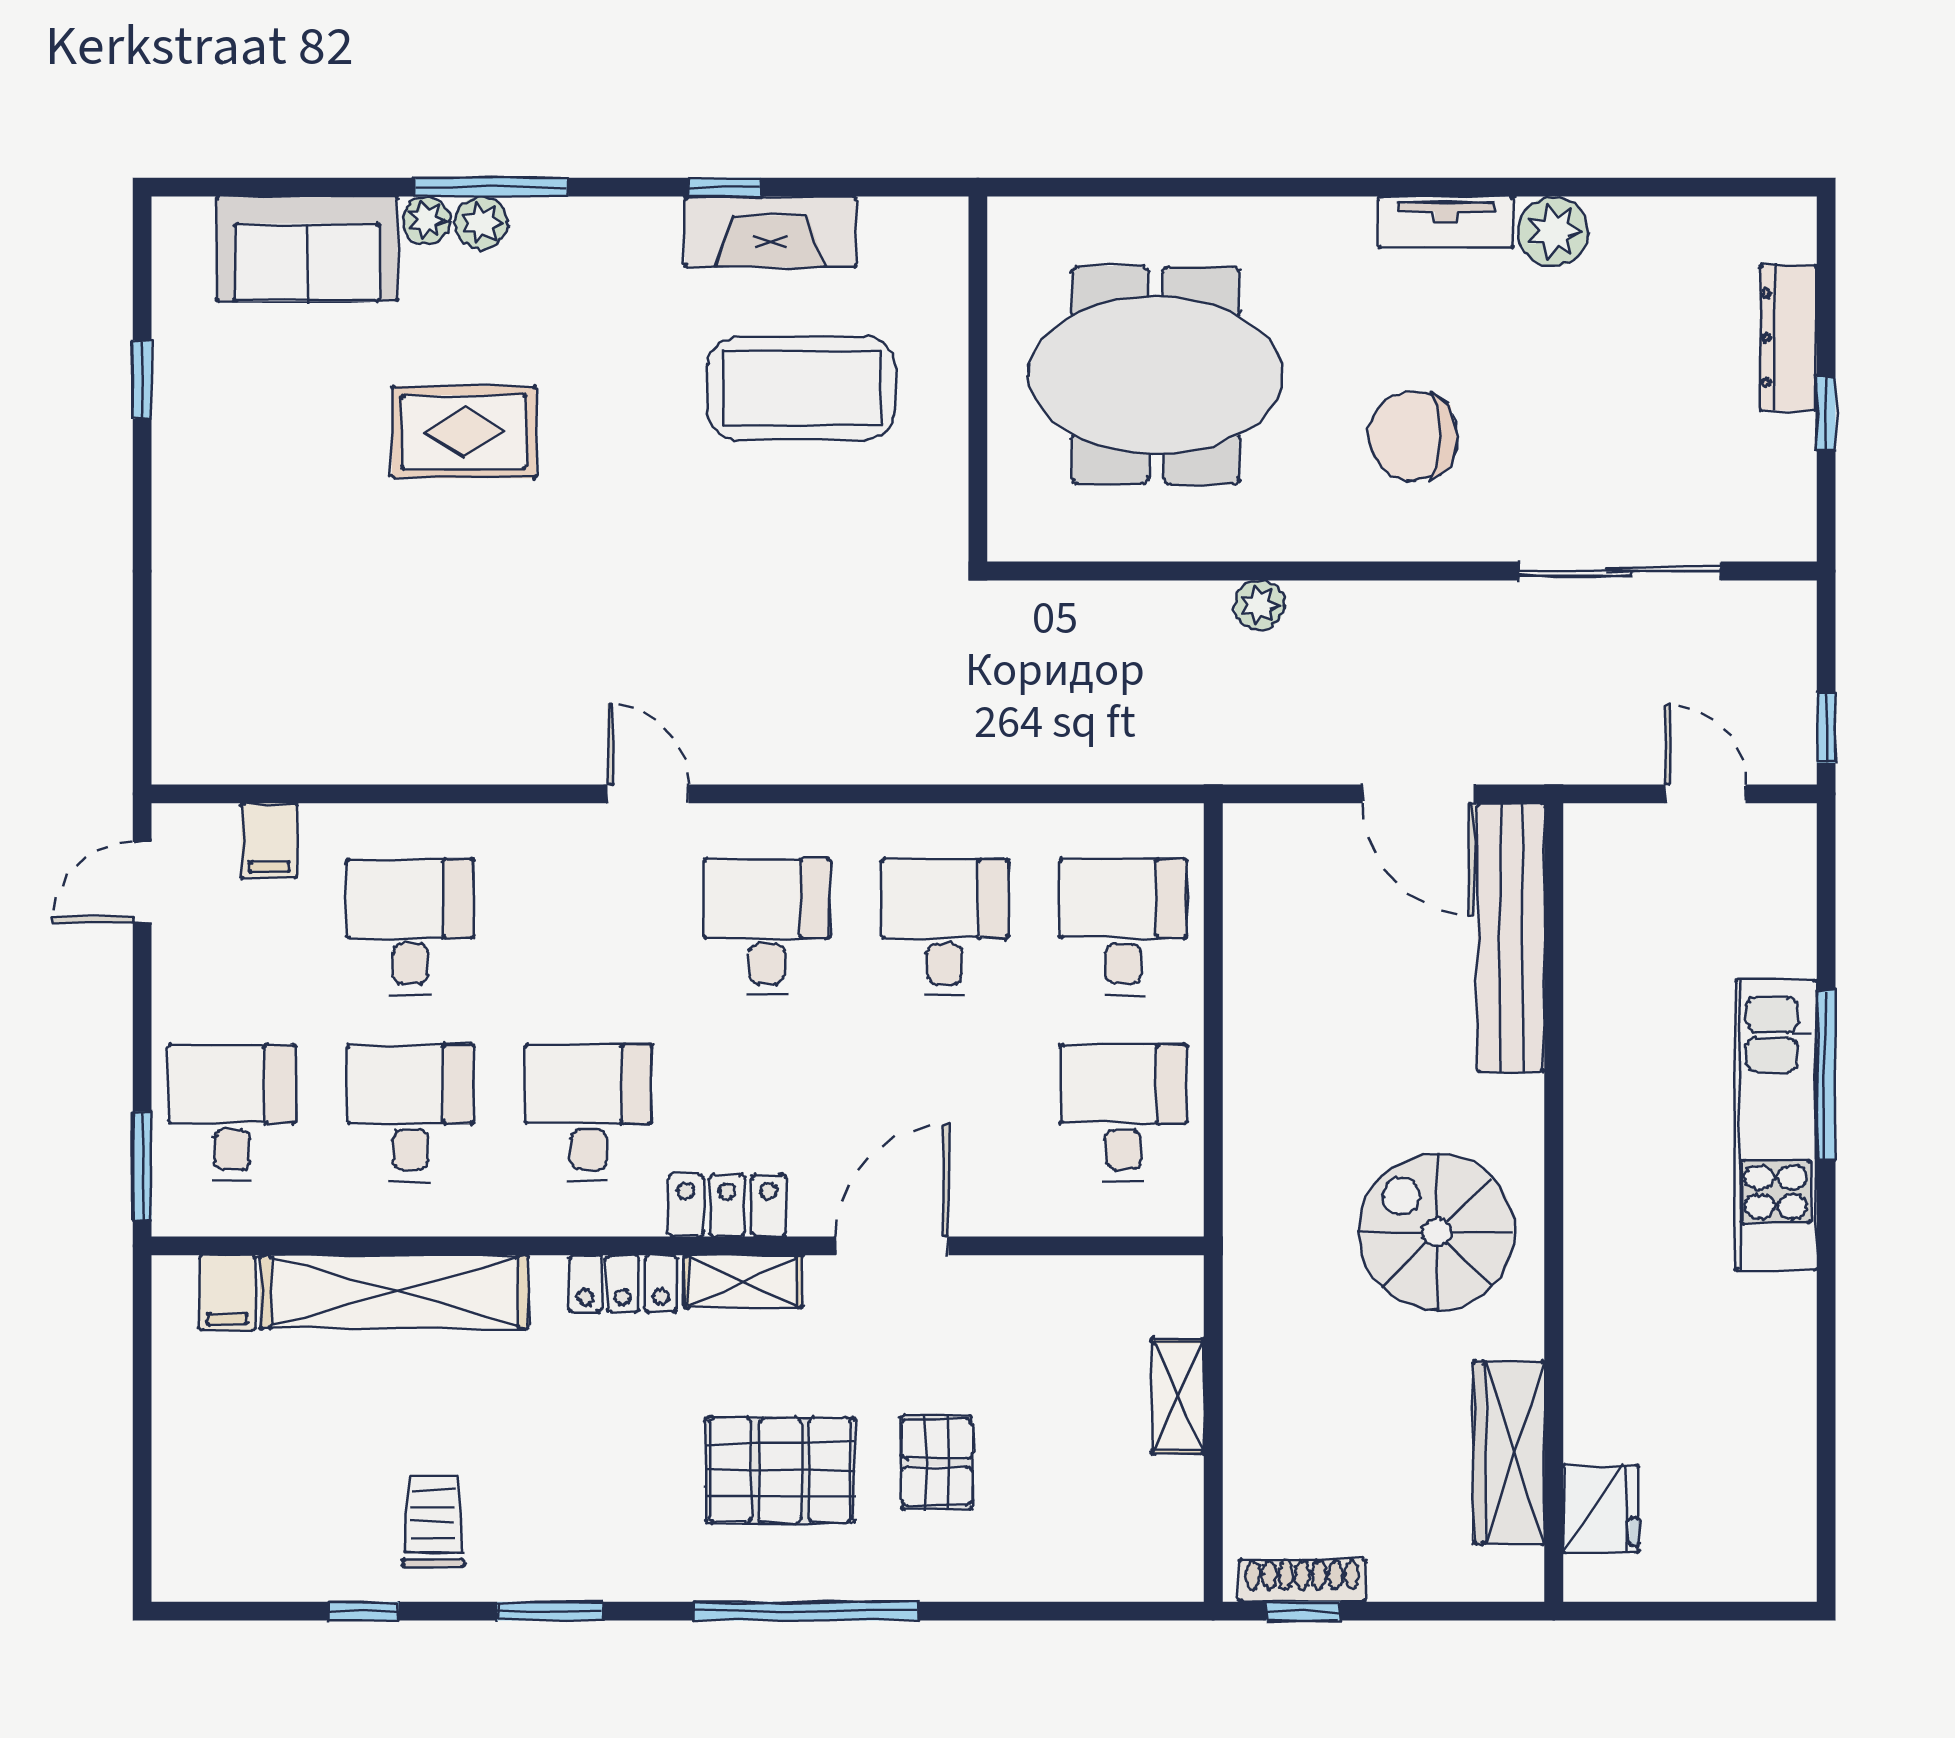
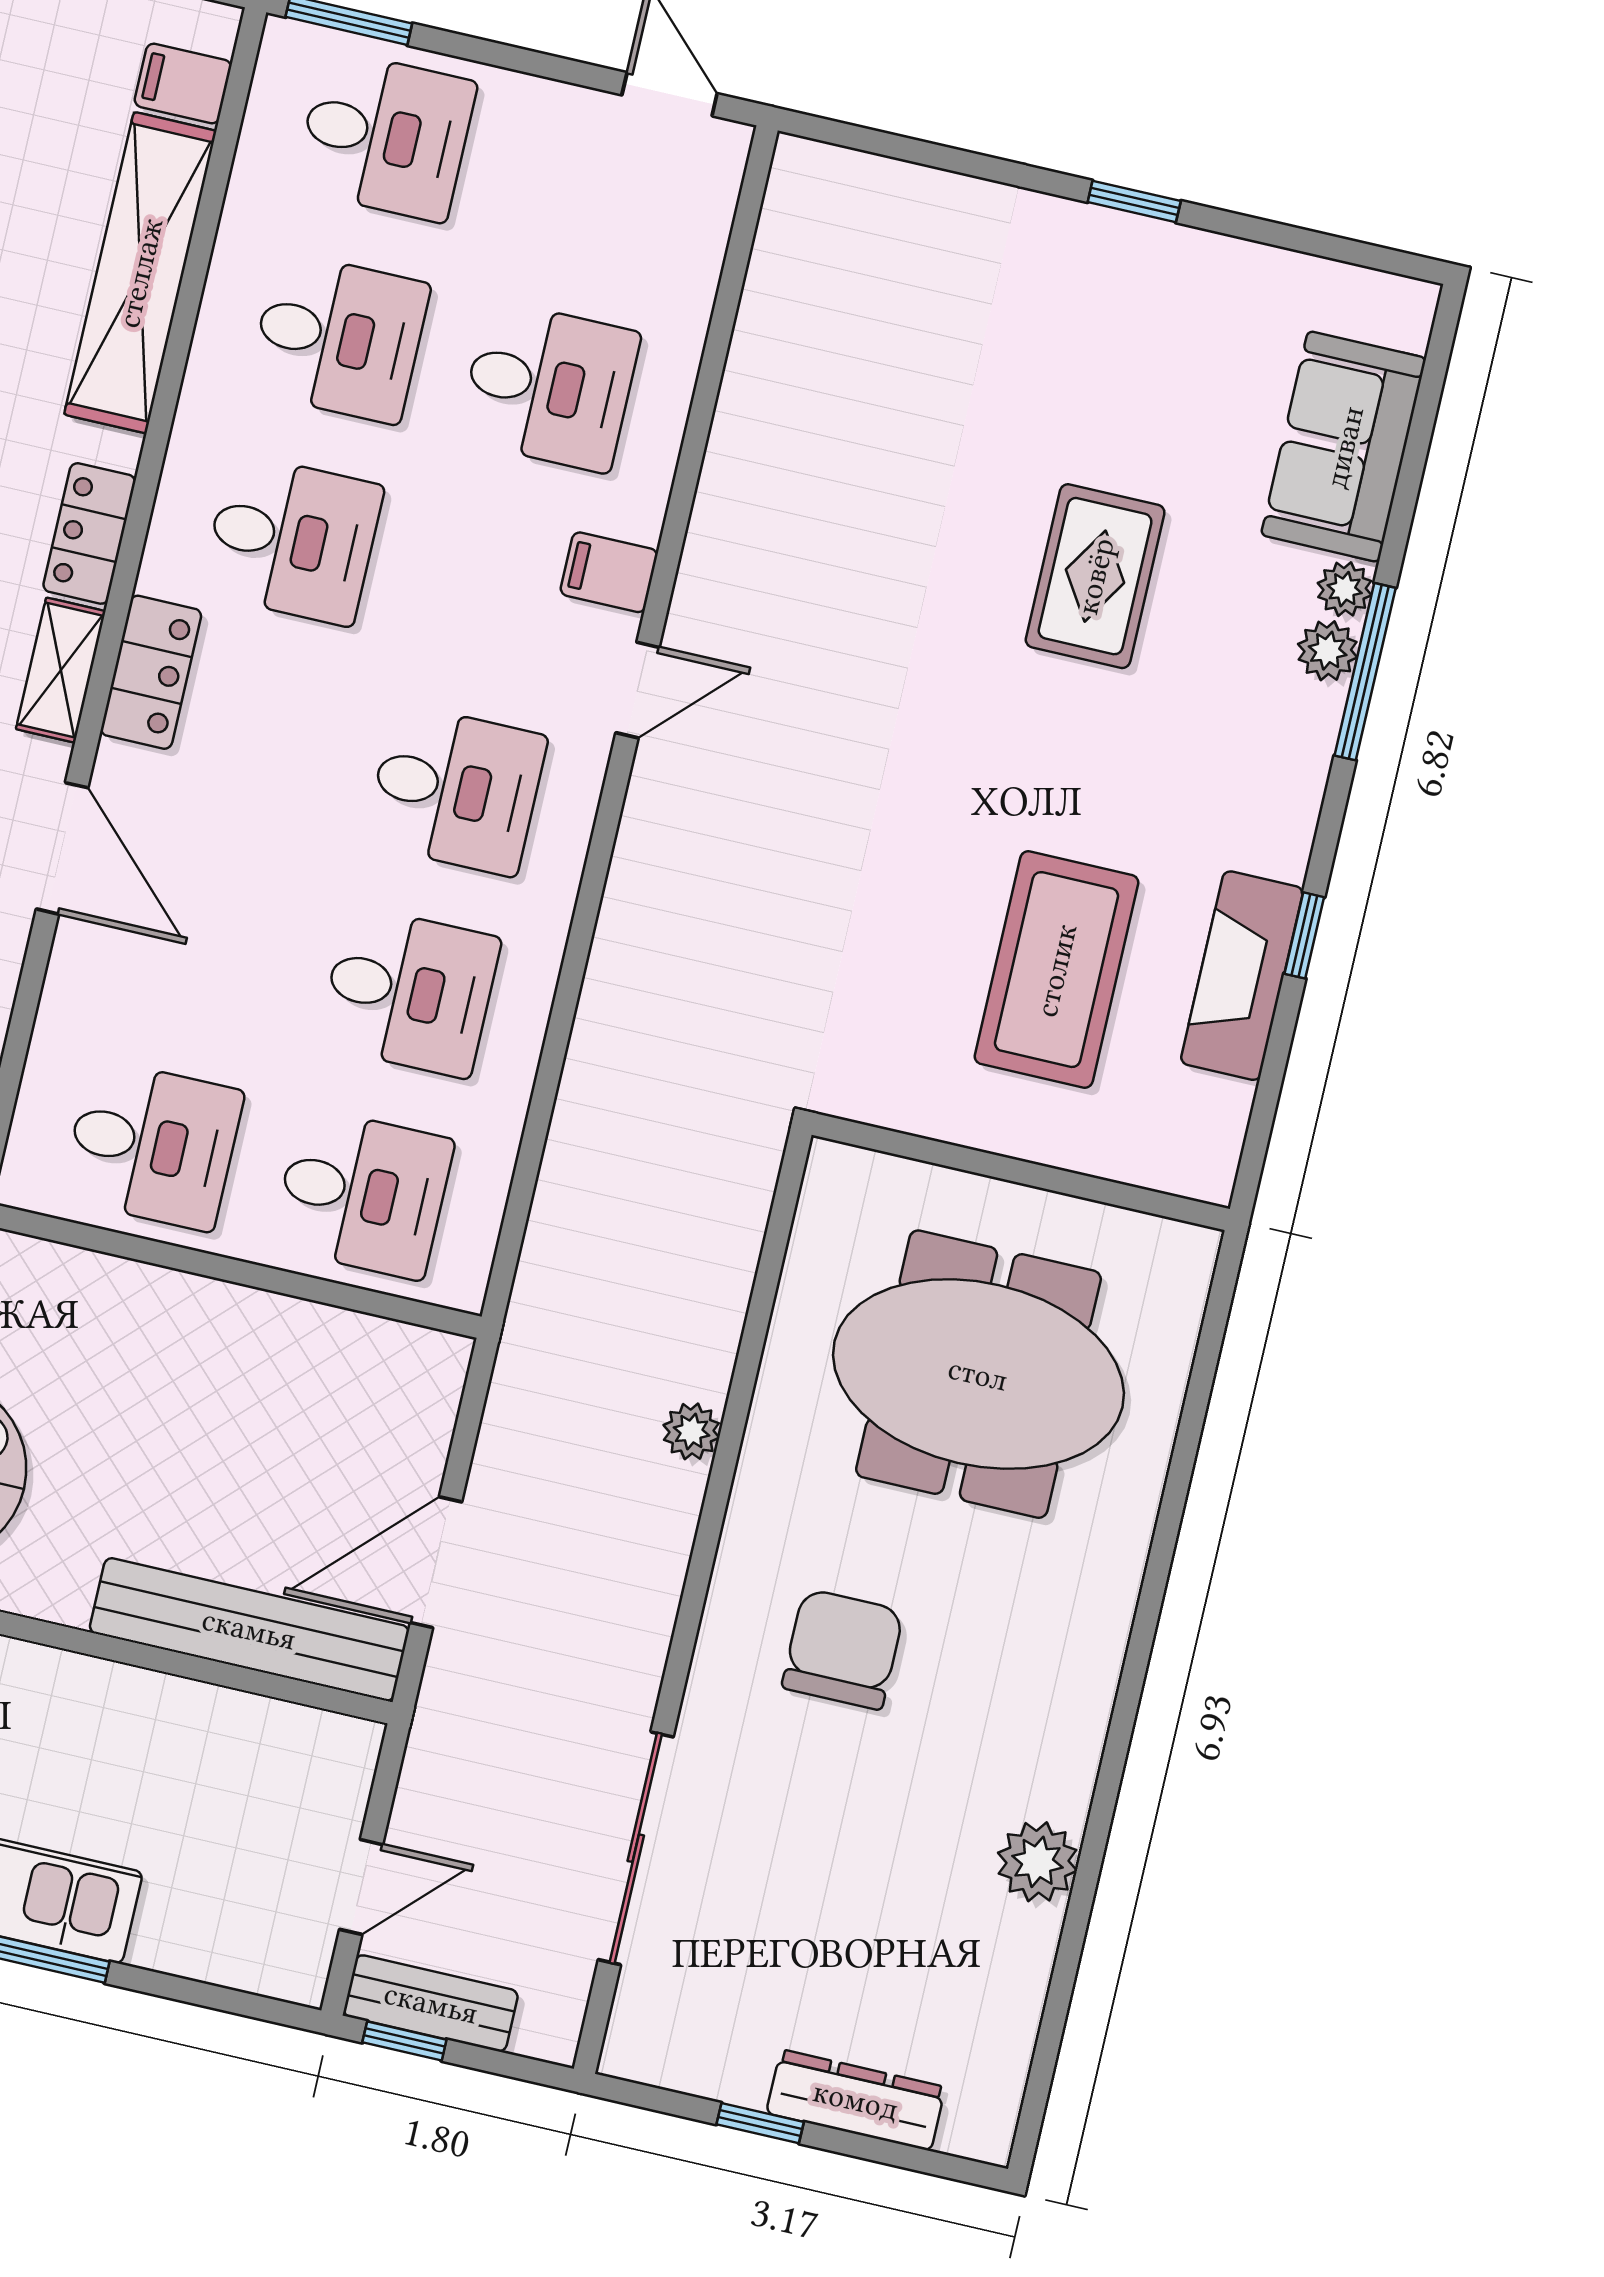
tv unit: (1446, 222) -> (1076, 1743), removed
meeting table: (1156, 375) -> (978, 1374), turned 90
window: (142, 380) -> (1134, 202), moved
bench: (1790, 713) -> (431, 2003), added
filing cabinet: (269, 841) -> (609, 572), moved

